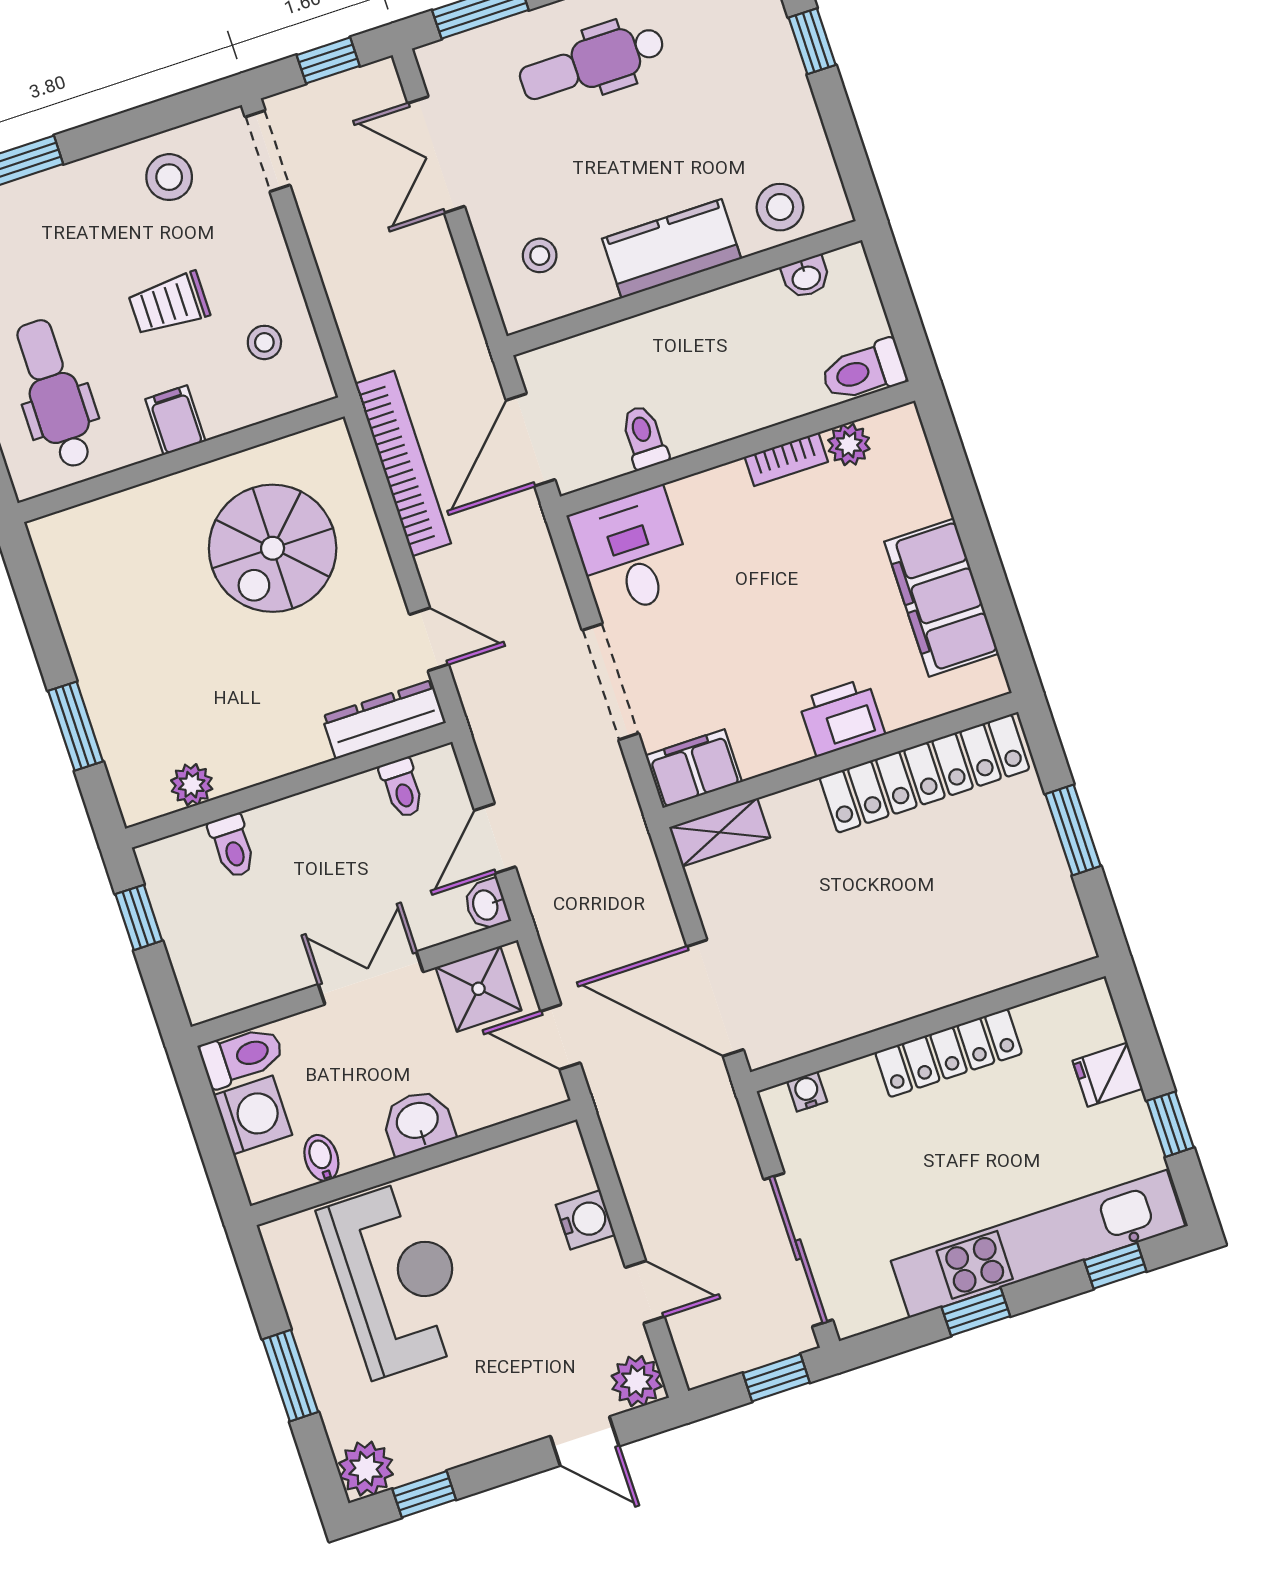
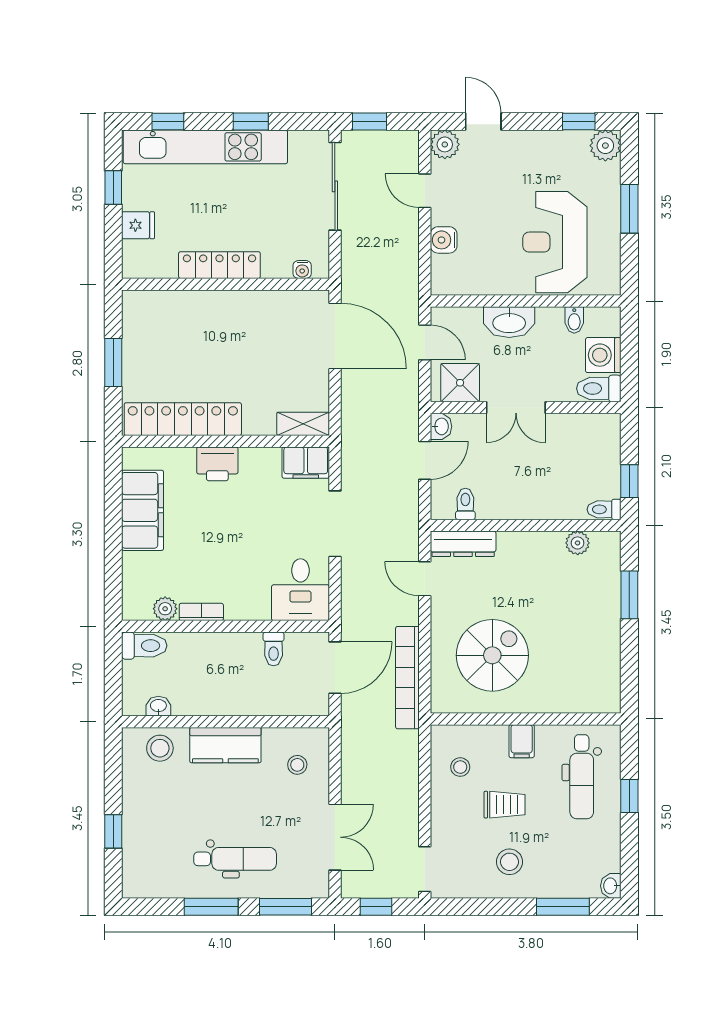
stool: (169, 177) -> (509, 862), moved
toilet: (232, 846) -> (604, 509), moved, turned -90
washbasin: (418, 1122) -> (509, 322), width x1.38

